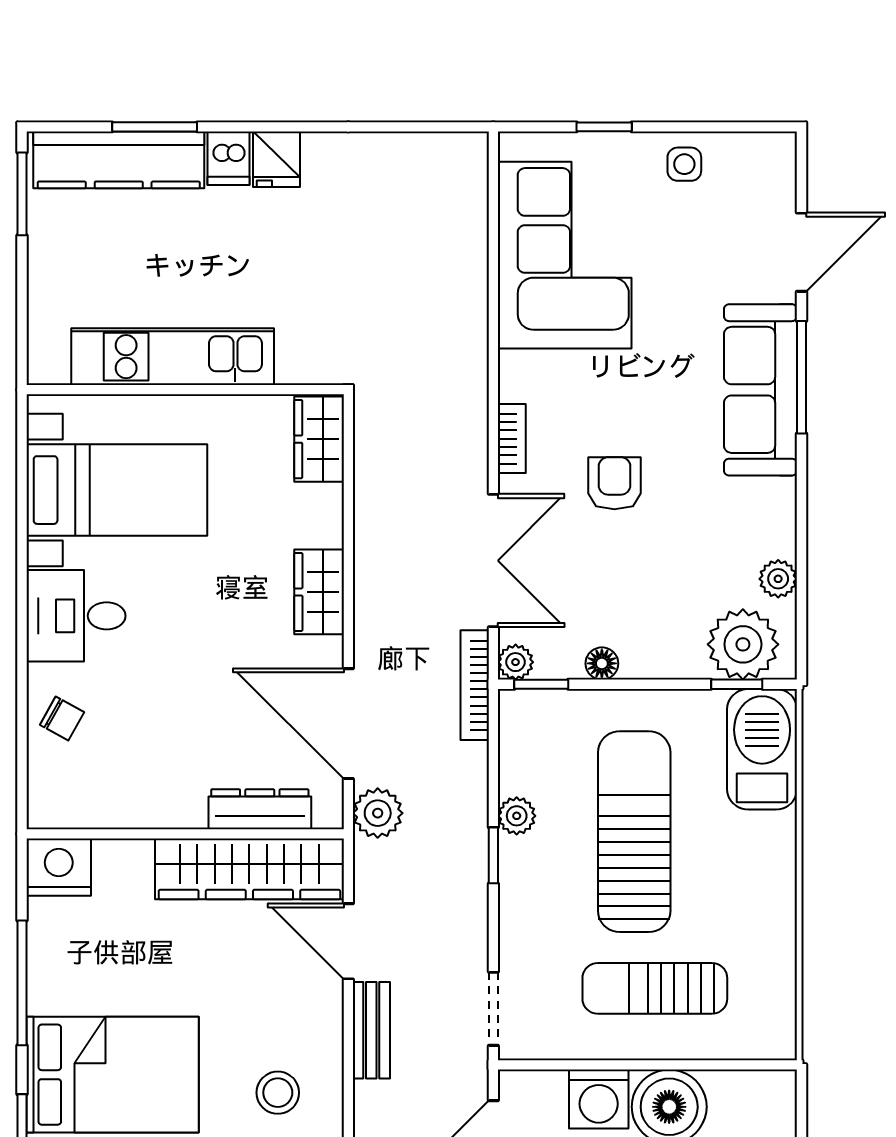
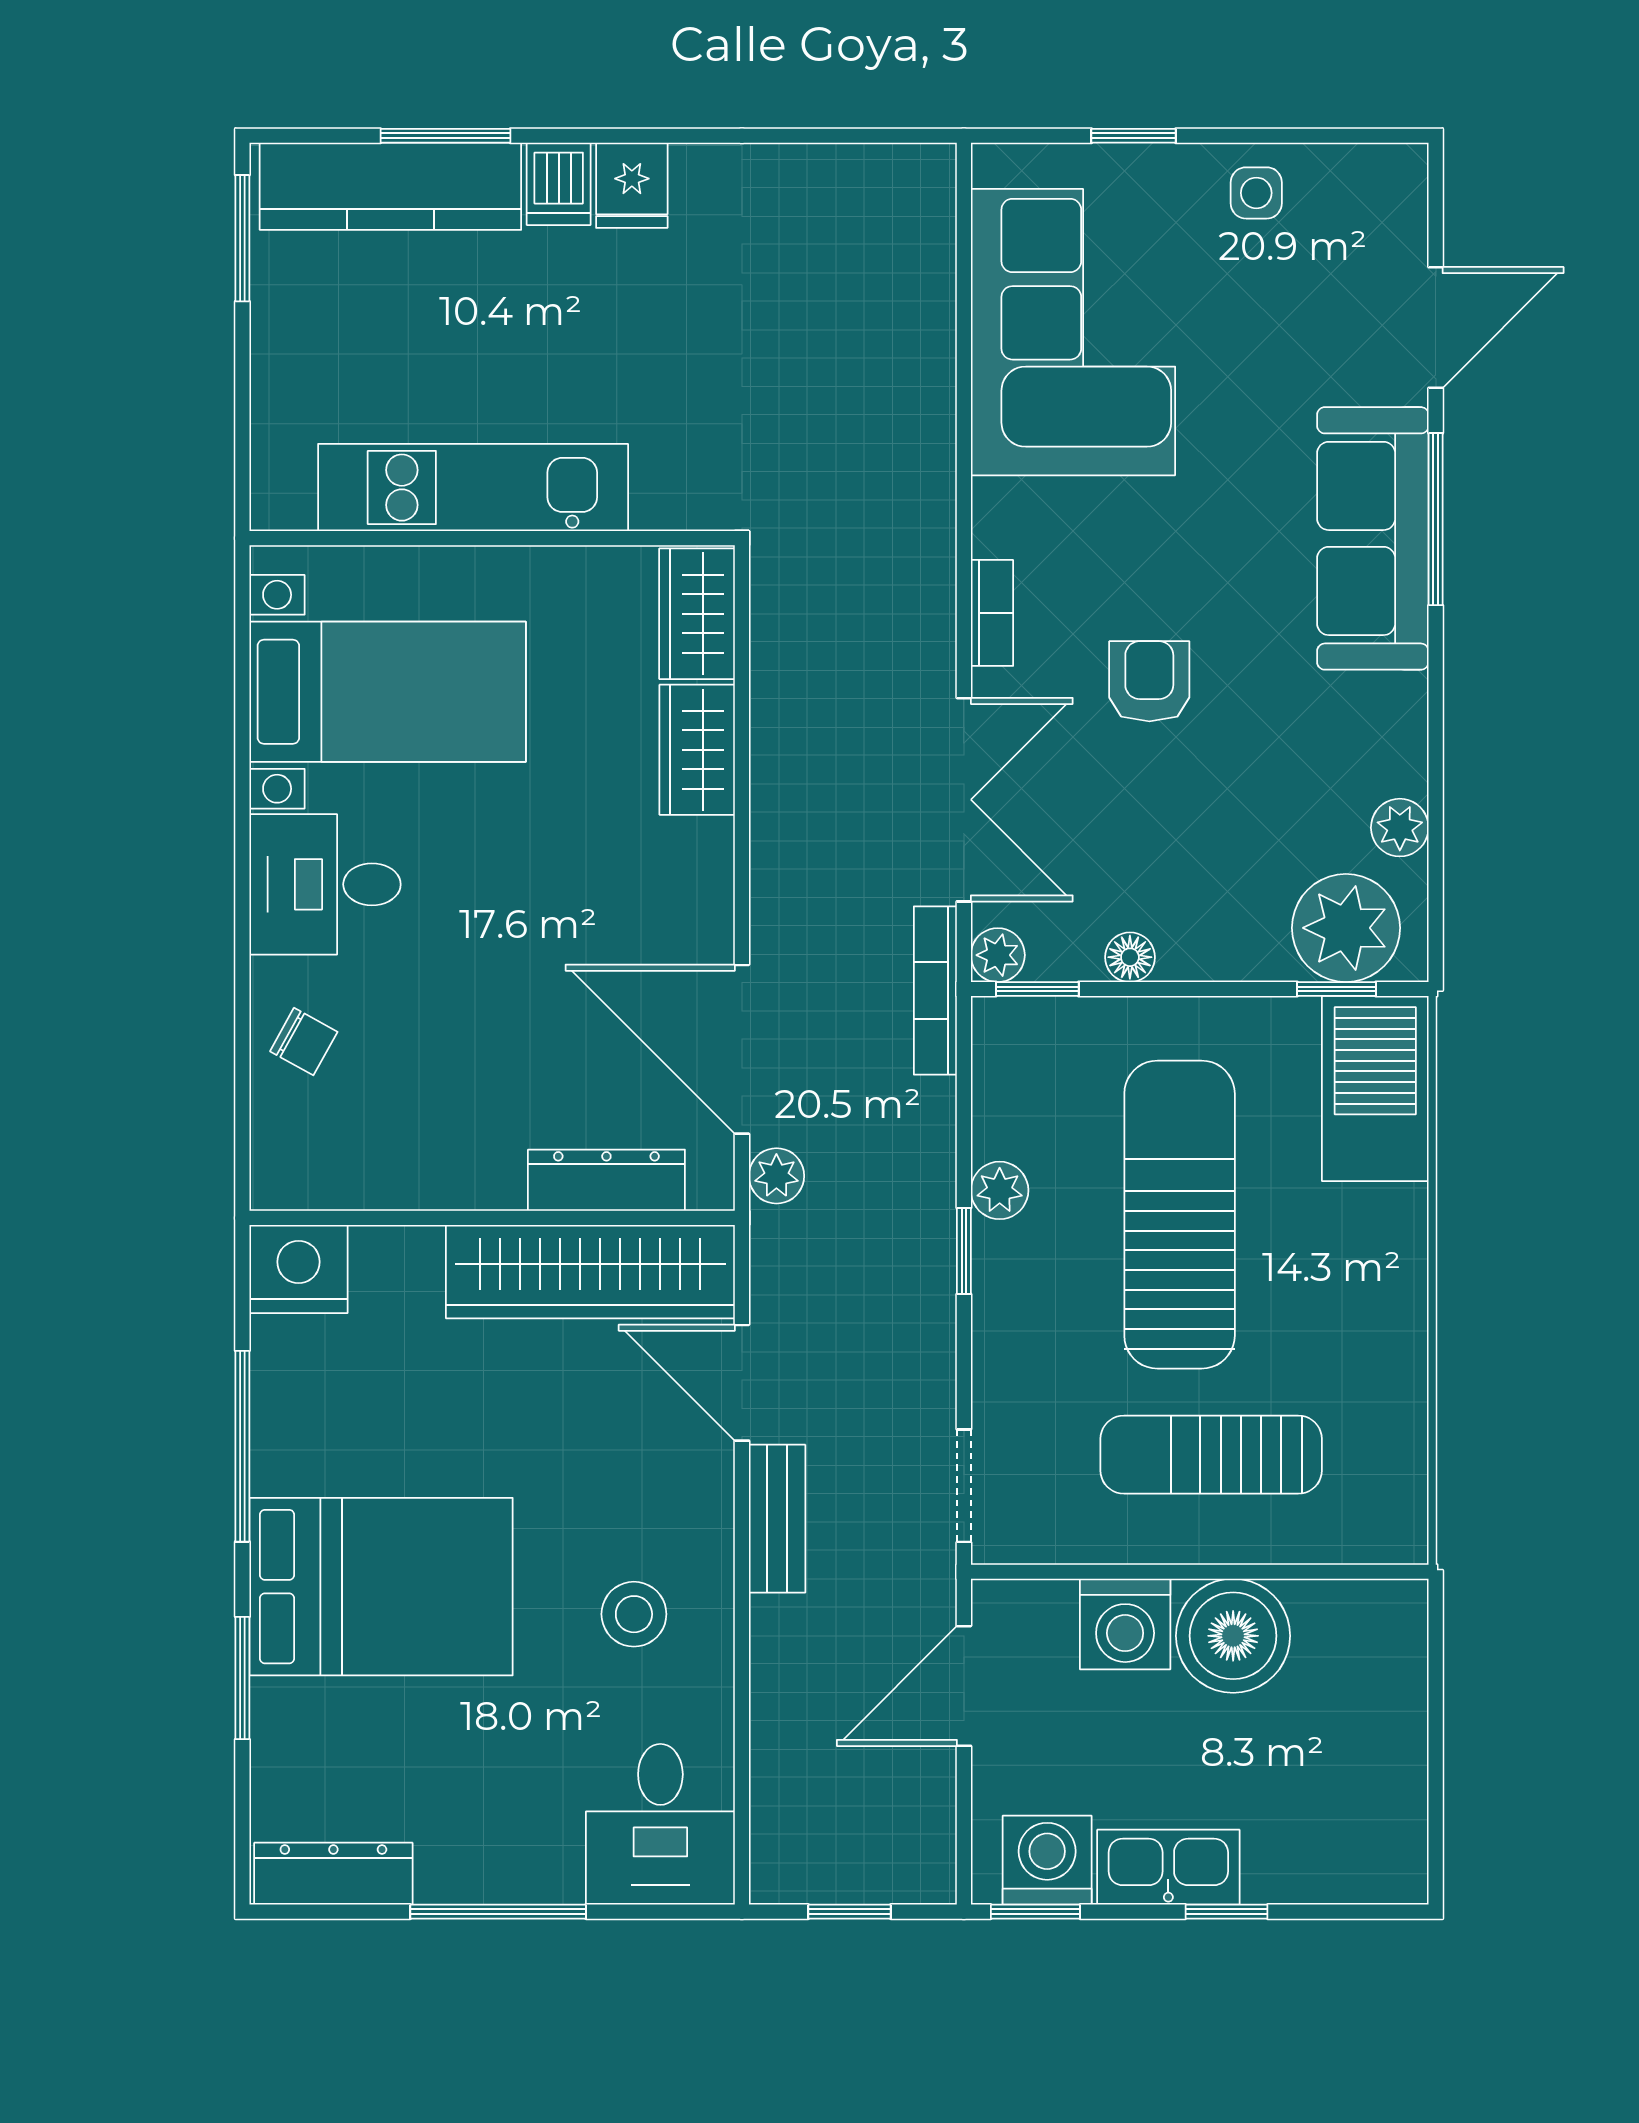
wardrobe: (319, 592) -> (697, 750), moved
plant: (378, 813) -> (776, 1176), width x0.73, depth x0.73

